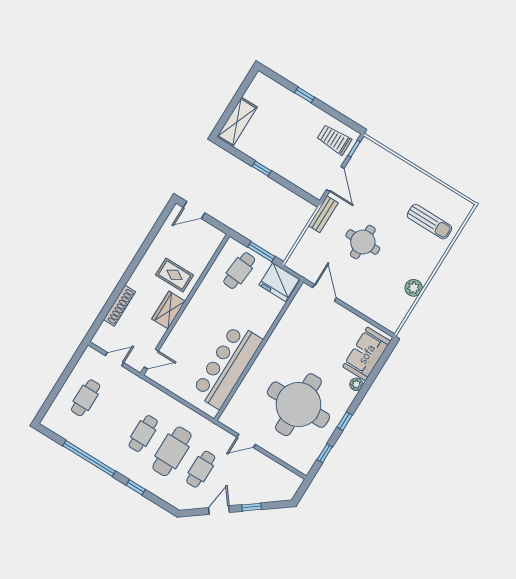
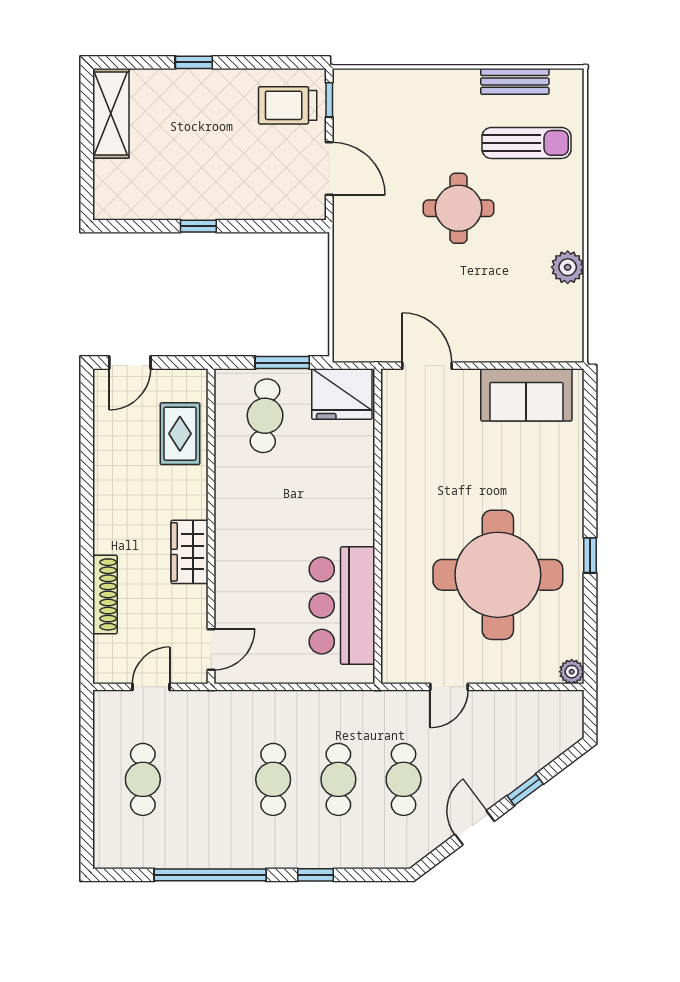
shelving: (237, 122) -> (111, 113), moved
bench: (323, 214) -> (515, 81), moved, turned 90
round table: (363, 242) -> (459, 208), moved
rug: (175, 275) -> (180, 434), moved, turned 90
sofa: (367, 354) -> (526, 395), moved, turned -90
bar counter: (227, 366) -> (342, 606), width x0.73
plant: (356, 384) -> (572, 672), moved
cafe table: (172, 451) -> (338, 779), width x0.73, depth x0.74
window: (325, 453) -> (590, 628), removed

